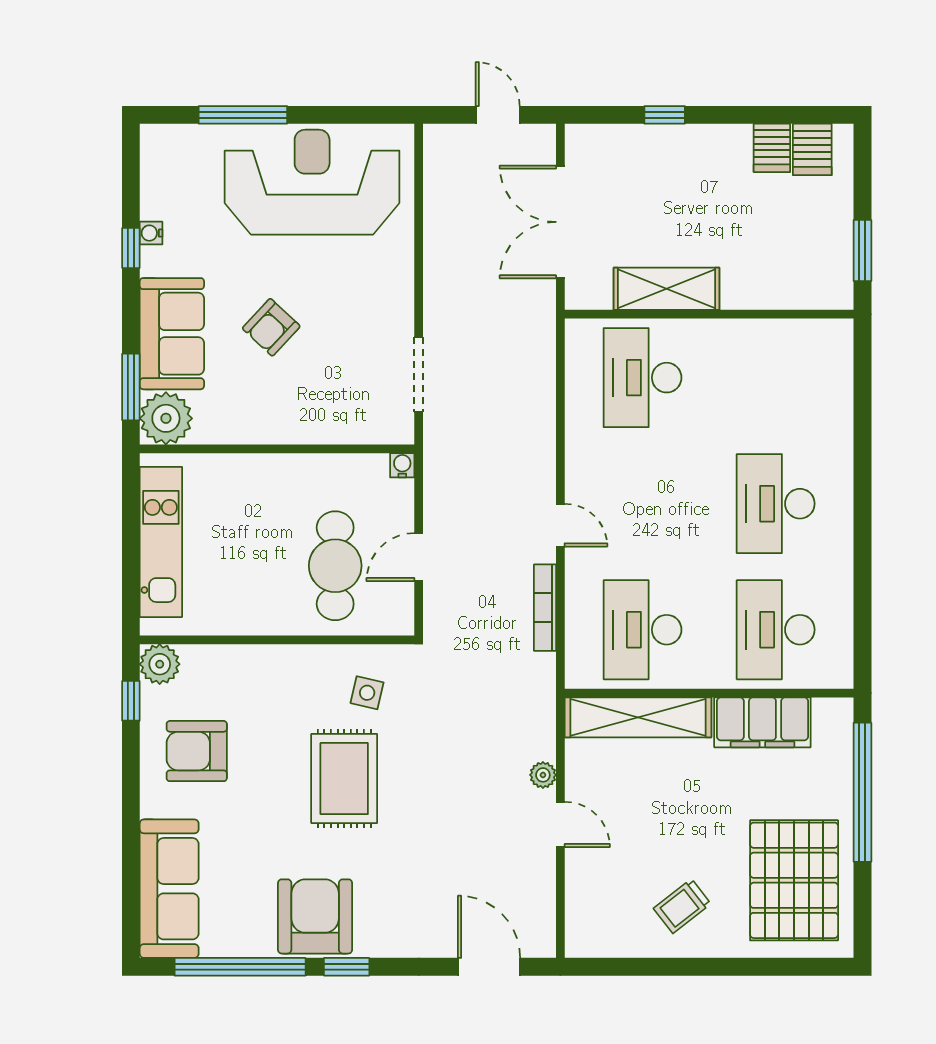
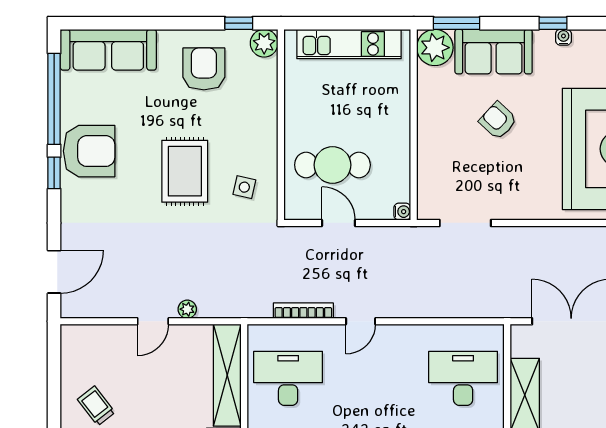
rug: (344, 779) -> (185, 171), turned 90

